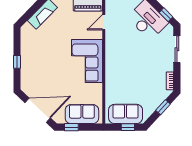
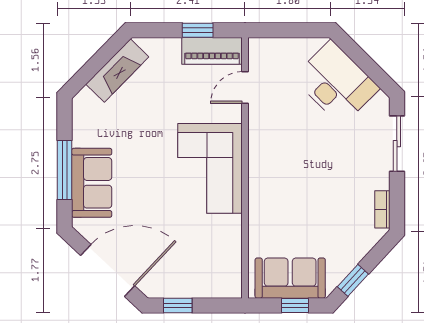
window: (166, 15) -> (374, 72), removed
window: (17, 62) -> (65, 170), width x2.17
window: (163, 107) -> (353, 280), moved
sofa: (82, 114) -> (92, 183), moved, turned 90

